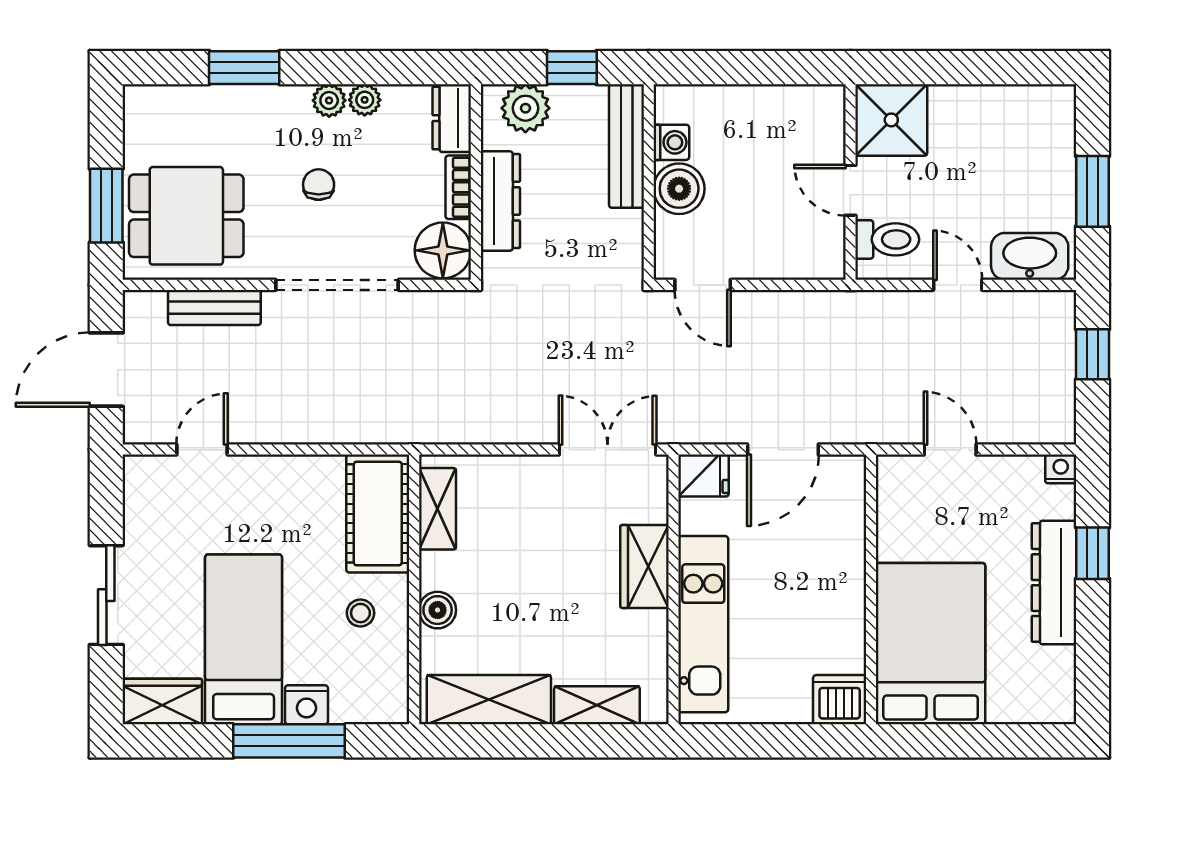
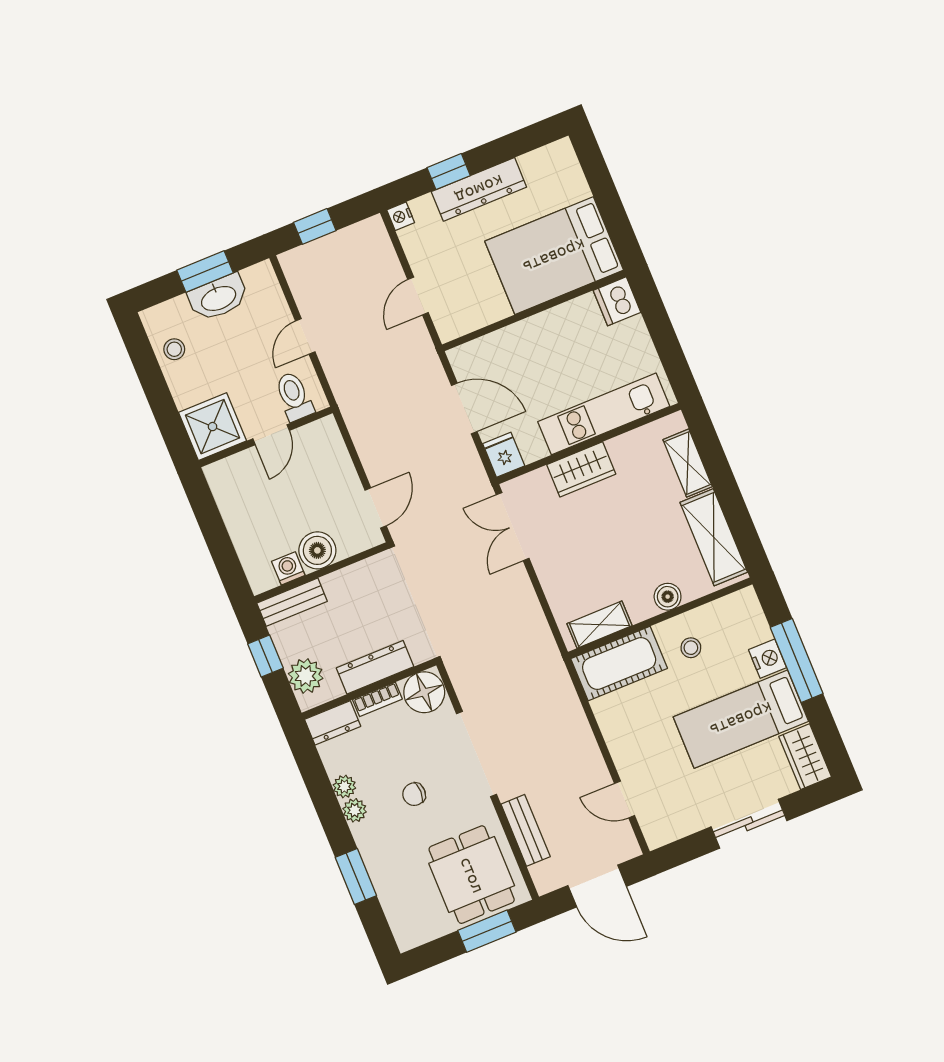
stool: (1010, 112) -> (174, 349), added
bench: (626, 146) -> (292, 602), width x0.73
washbasin: (1030, 256) -> (218, 298), moved, turned -90

